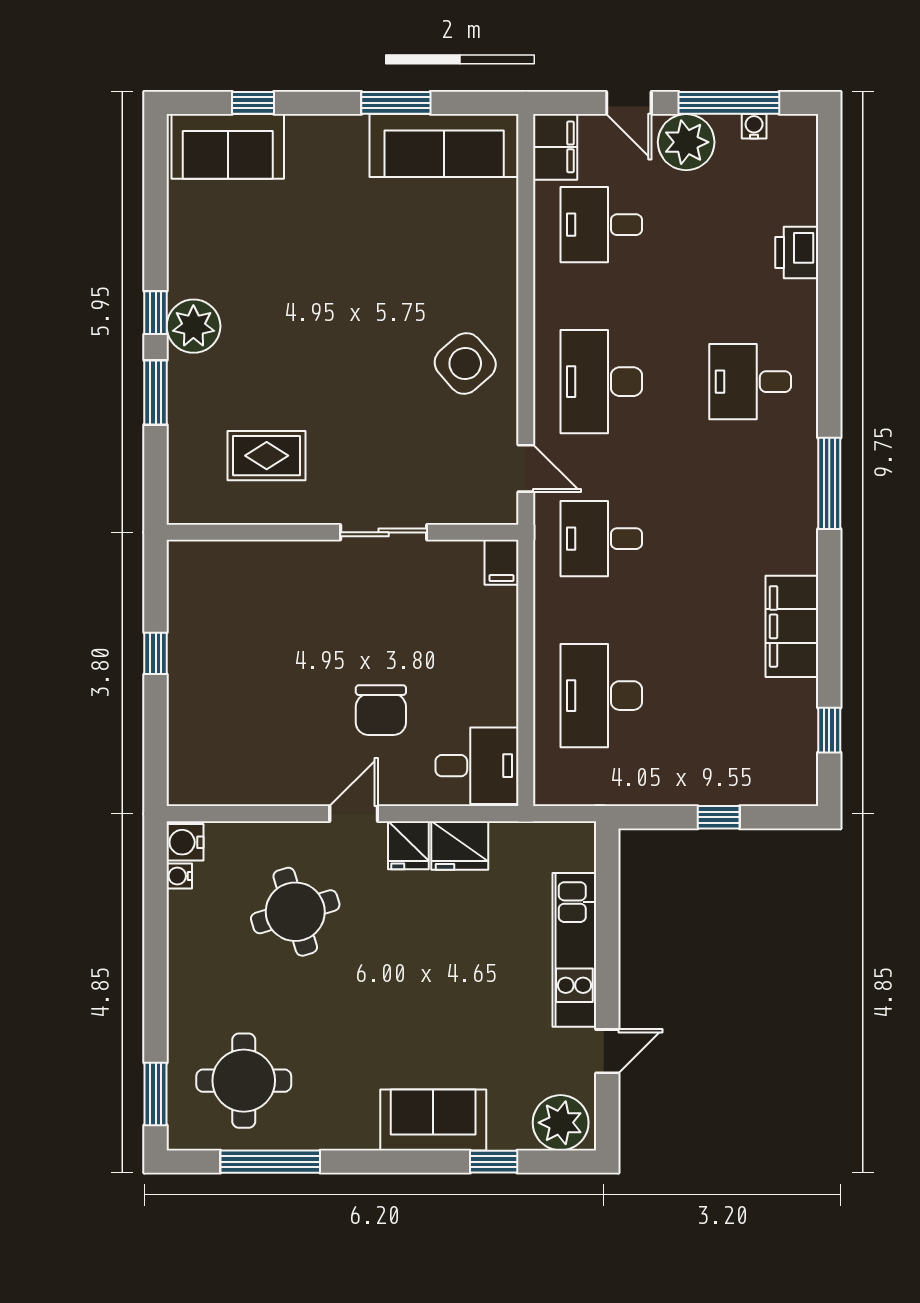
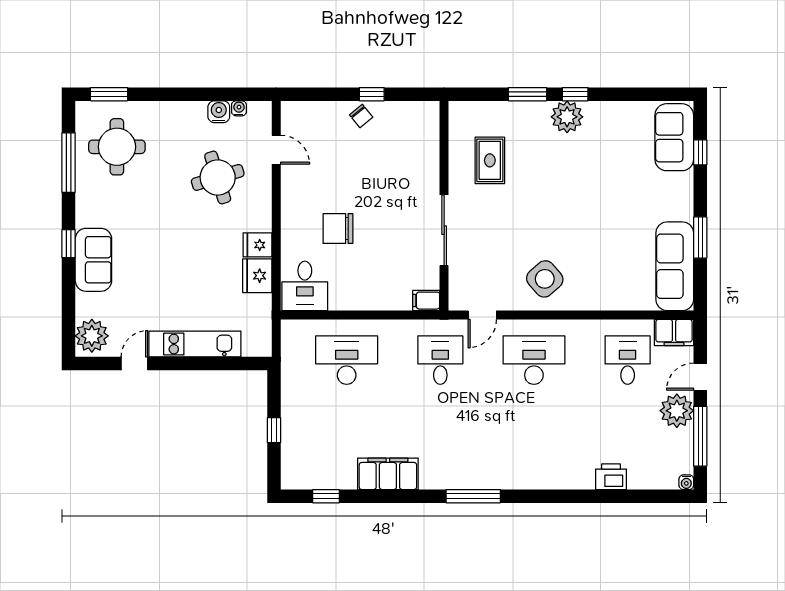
water cooler: (754, 126) -> (686, 482), moved, turned 90
desk: (750, 382) -> (534, 449), removed
sliding door: (384, 532) -> (444, 230), width x1.37
chair: (192, 671) -> (361, 116), added
door: (354, 814) -> (276, 150), moved
water cooler: (185, 842) -> (219, 112), moved
door: (607, 1051) -> (134, 364), swing flipped
window: (494, 1162) -> (69, 244), moved

